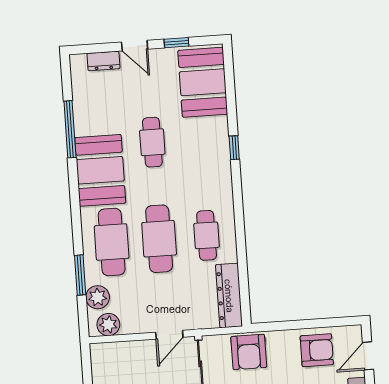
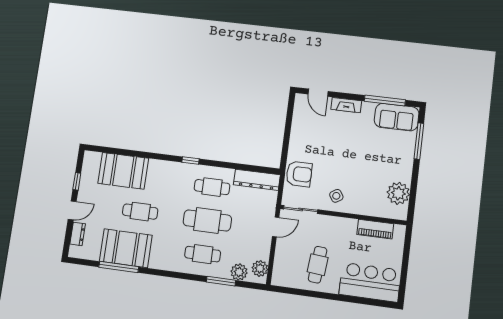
booth: (203, 82) -> (123, 171), moved
window: (234, 148) -> (190, 161), moved
booth: (100, 170) -> (126, 248), moved
cafe table: (112, 242) -> (203, 254), width x0.73, depth x0.74
door: (169, 335) -> (276, 227), hinge flipped
armchair: (317, 350) -> (307, 127), removed

